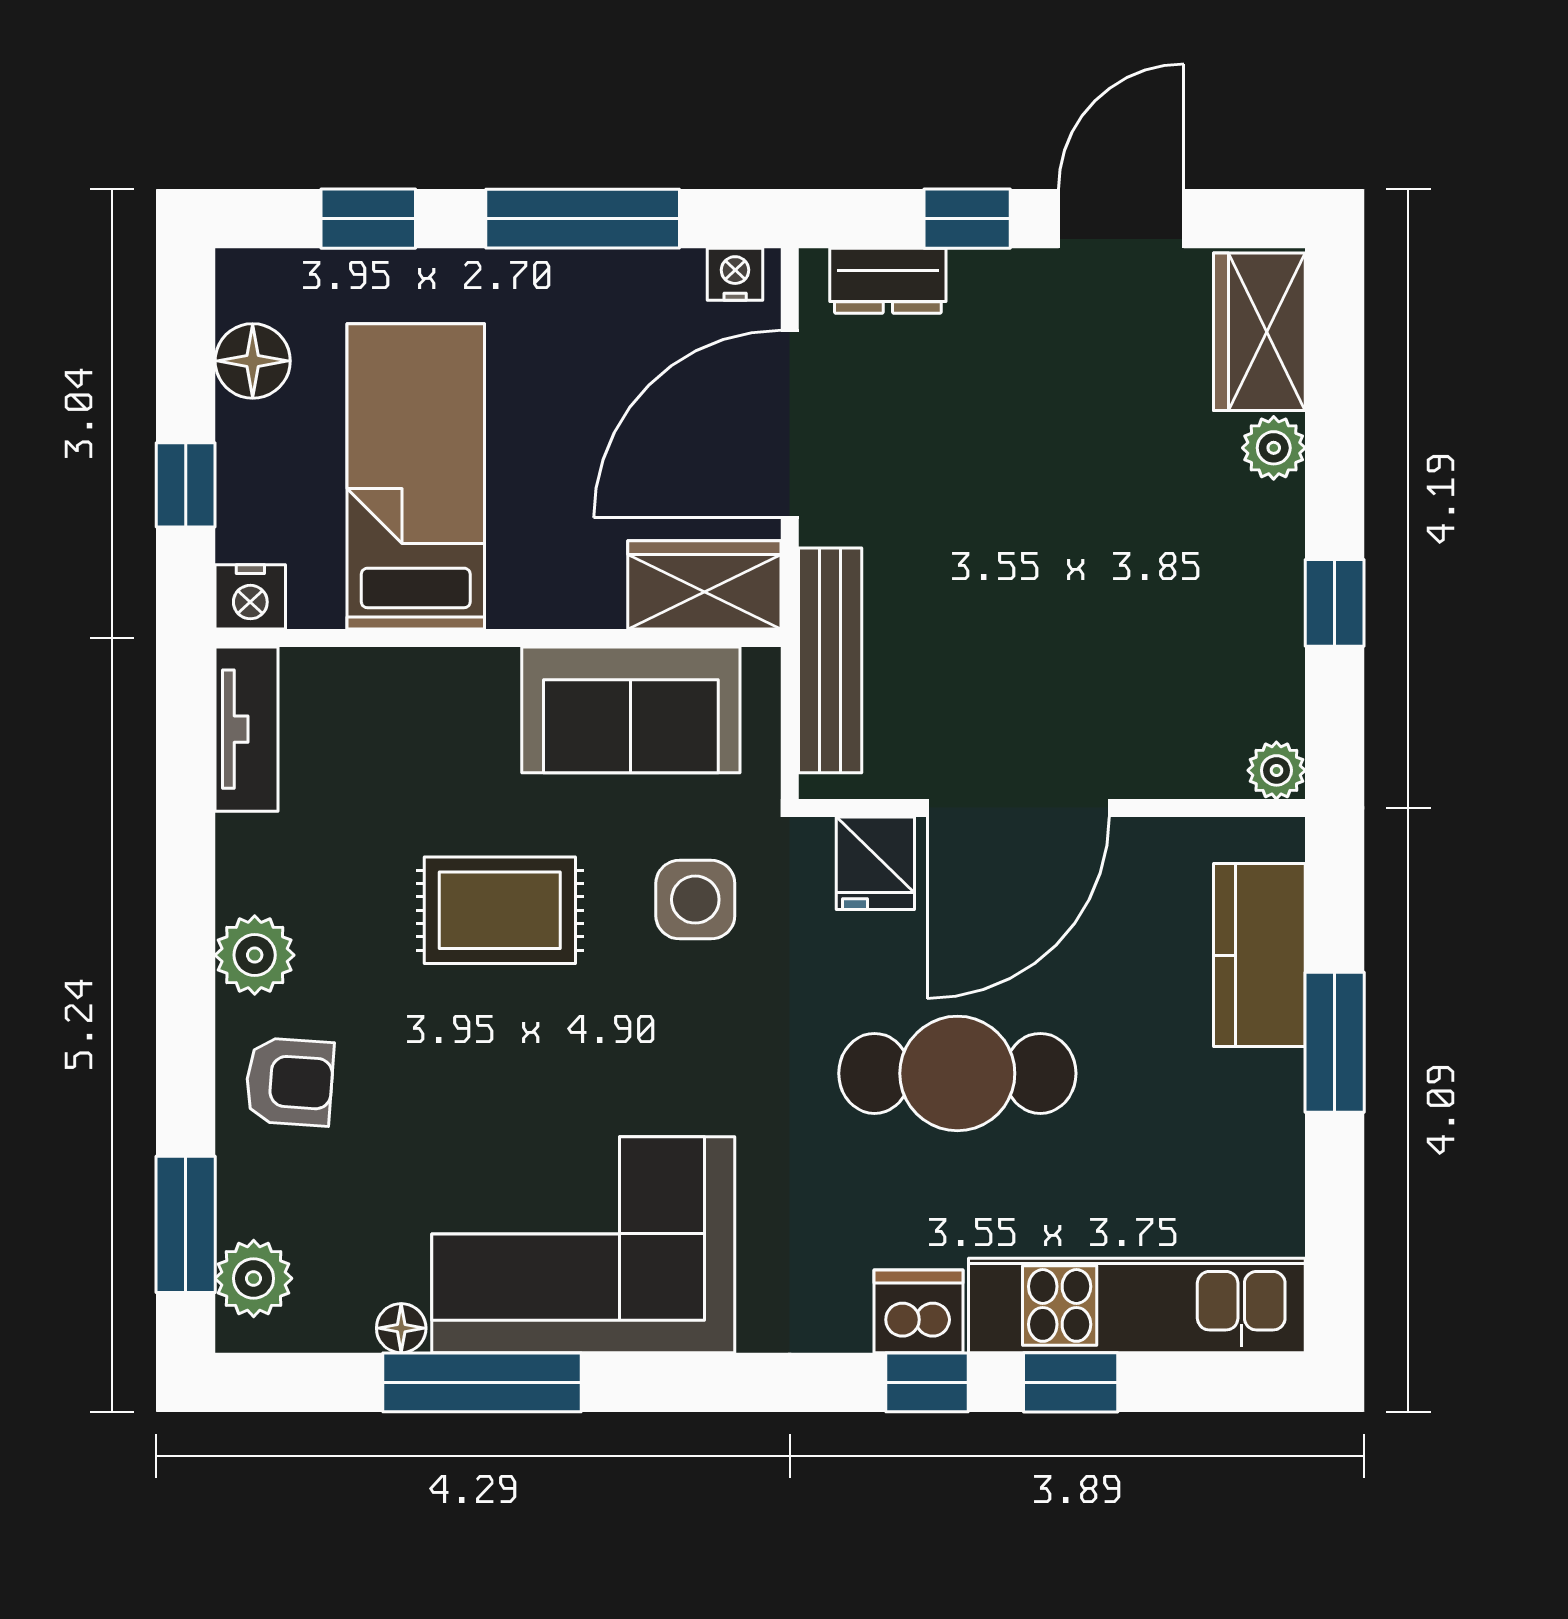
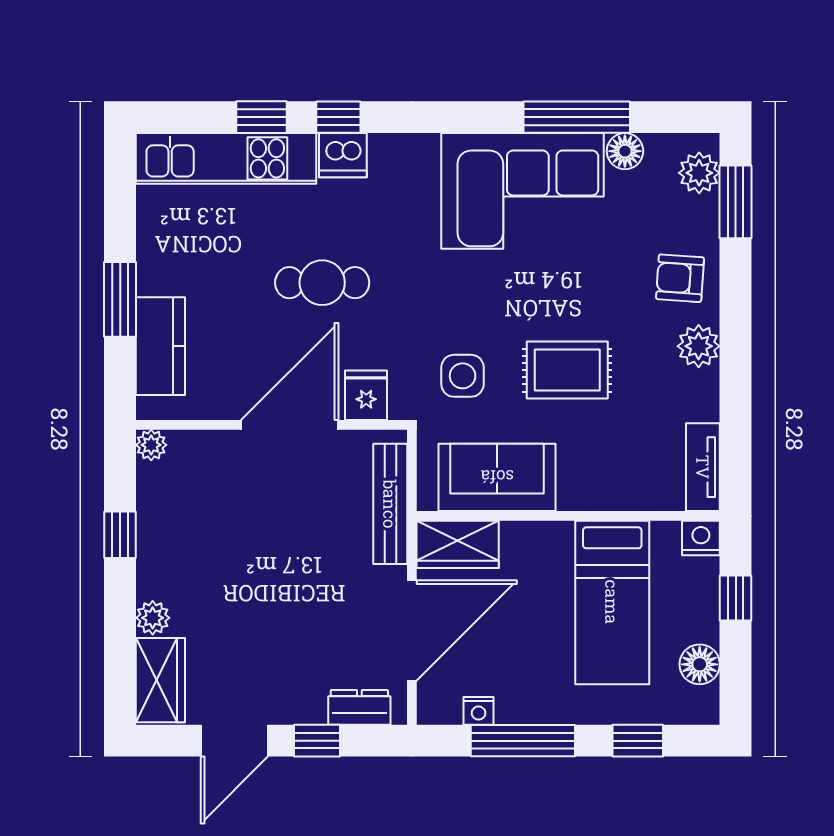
nightstand: (735, 274) -> (479, 711), moved
cafe table: (957, 1073) -> (322, 283), width x0.73, depth x0.74
floor lamp: (401, 1328) -> (625, 151), width x1.37, depth x1.37

